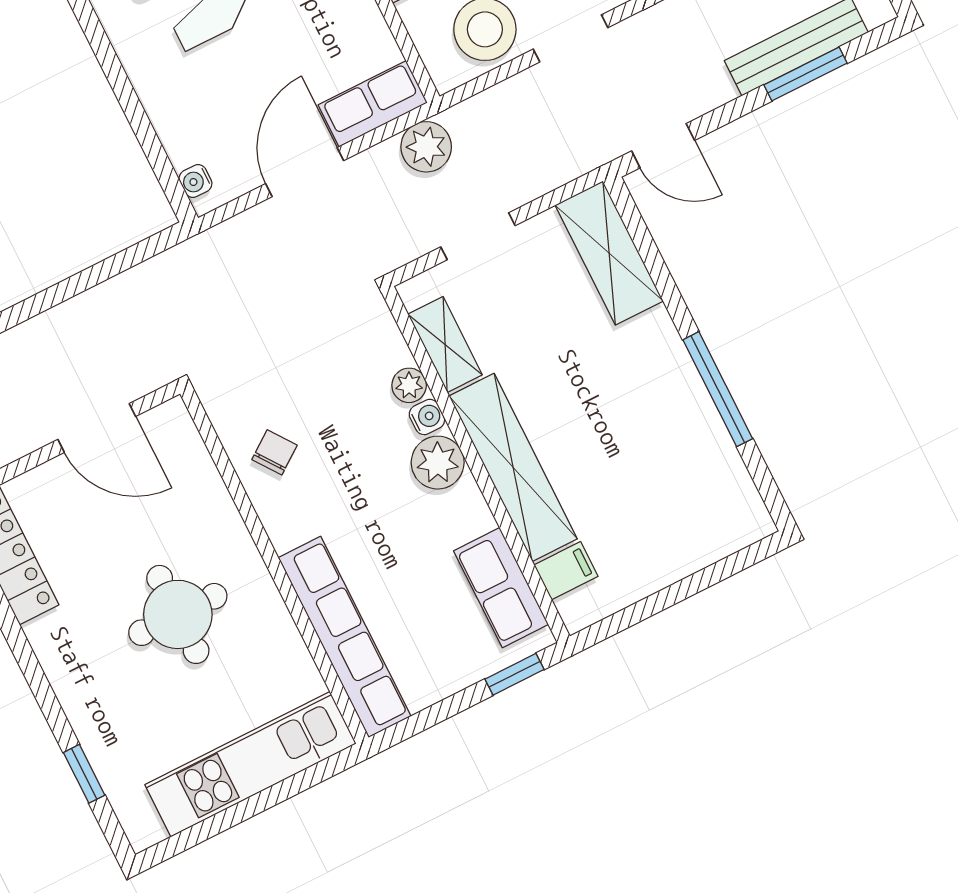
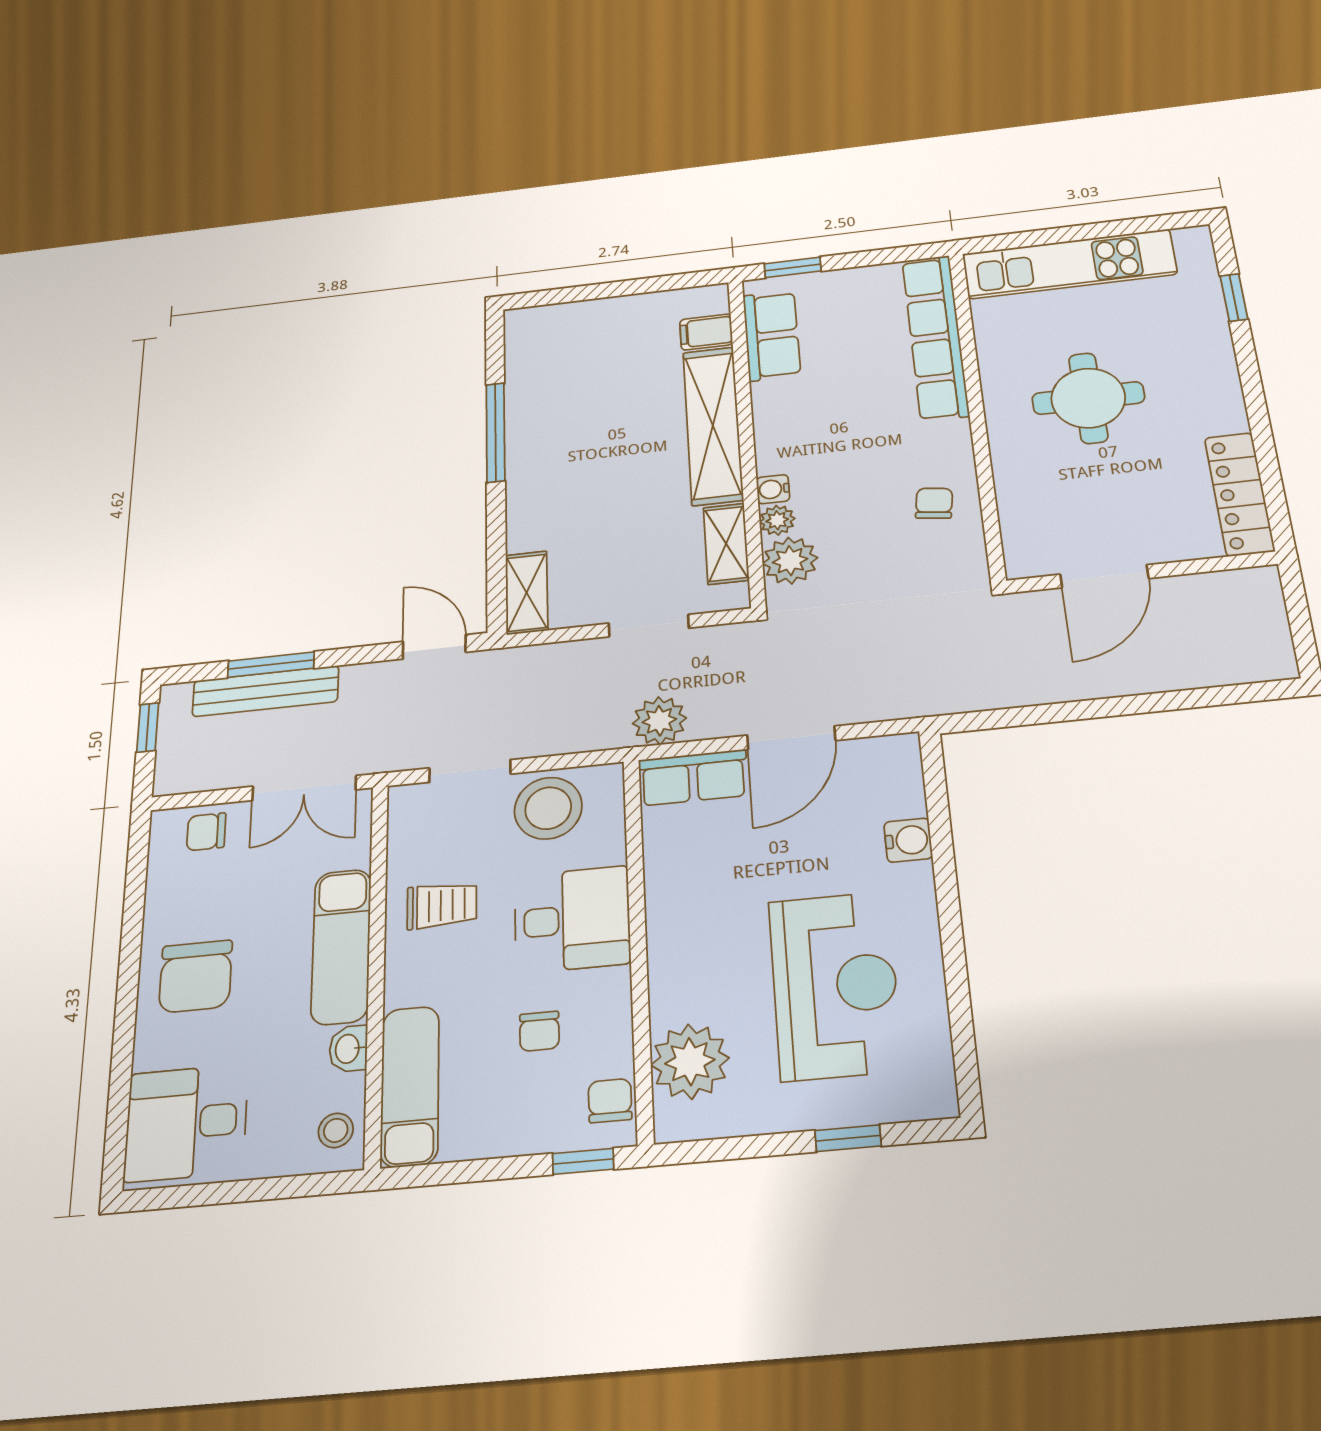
water cooler: (195, 181) -> (908, 840), moved, width x1.38, depth x1.38
shelving: (609, 253) -> (527, 593), width x0.67, depth x0.75
door: (97, 428) -> (1104, 576), swing flipped
chair: (274, 452) -> (934, 503), turned 134
plant: (438, 463) -> (790, 561), moved

